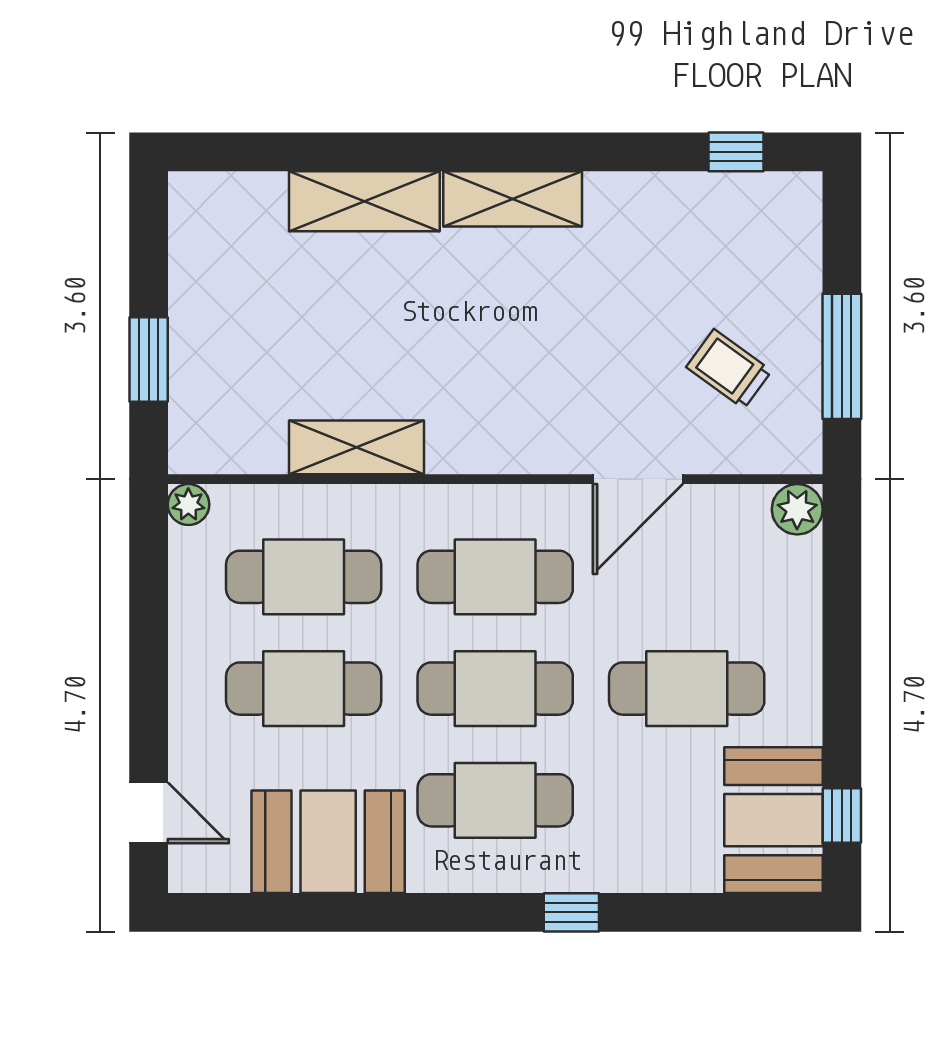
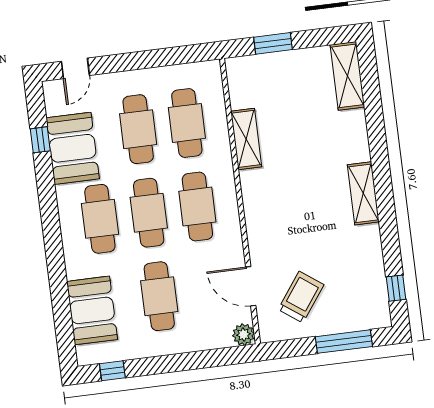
shelving: (364, 201) -> (347, 76), moved
window: (842, 356) -> (344, 342), moved
trolley: (729, 369) -> (301, 297), width x1.36, depth x1.39
door: (638, 479) -> (251, 286), moved
plant: (188, 505) -> (212, 69), removed
booth: (773, 820) -> (92, 310), moved, turned 90
window: (571, 912) -> (40, 140), moved

